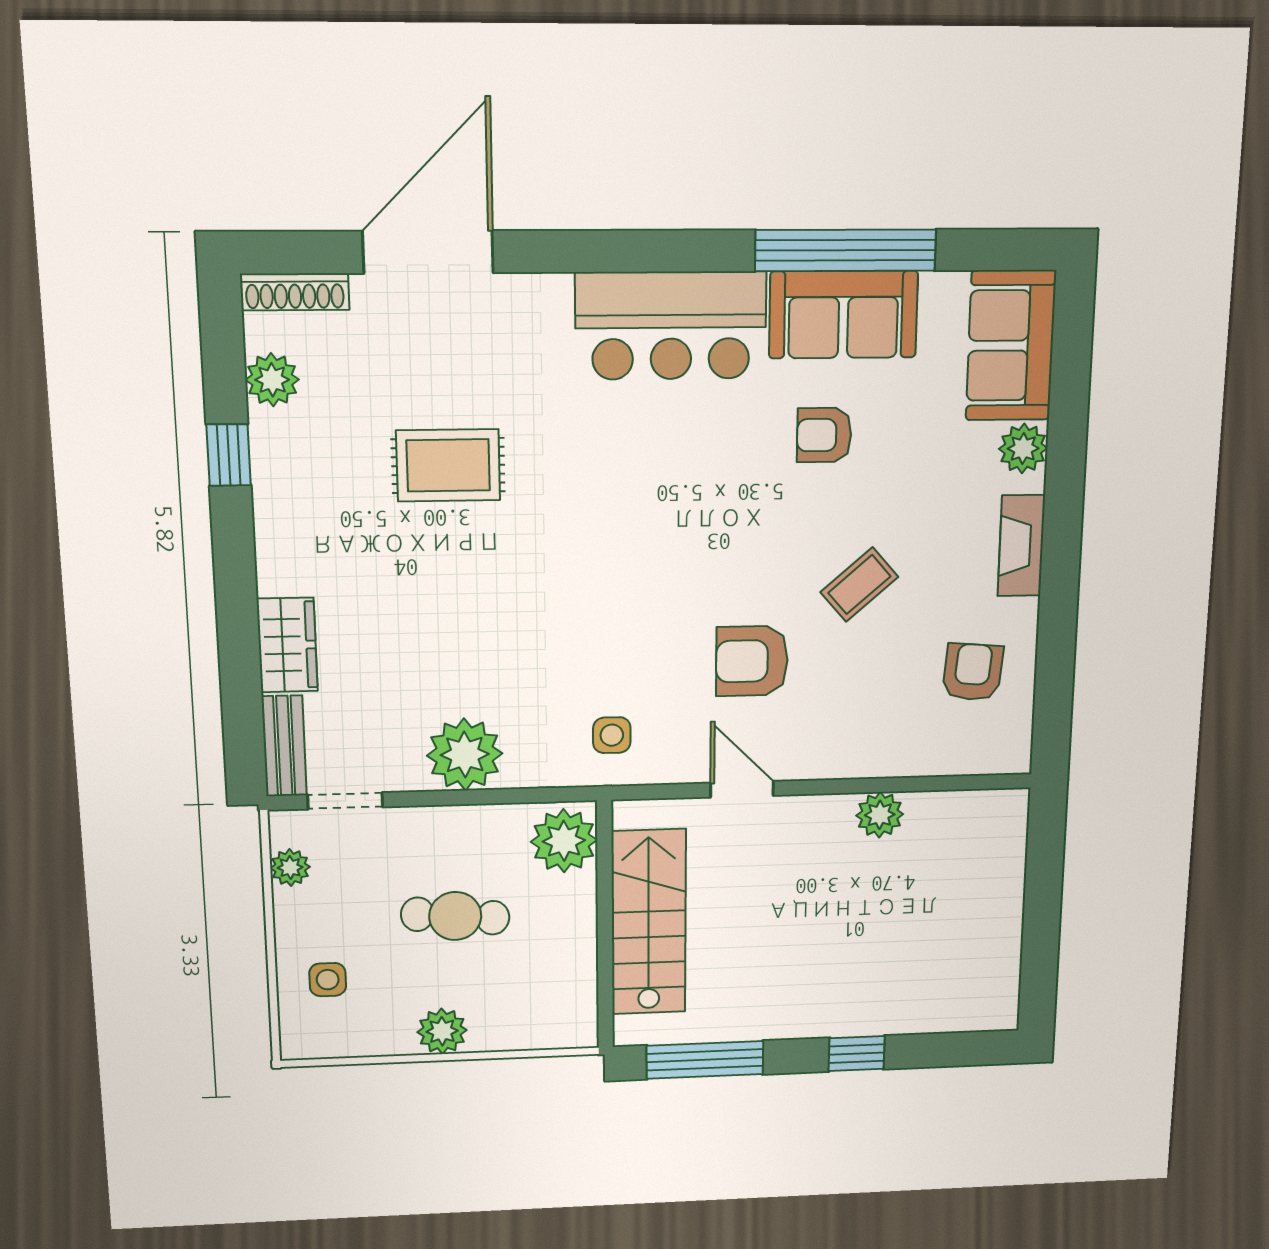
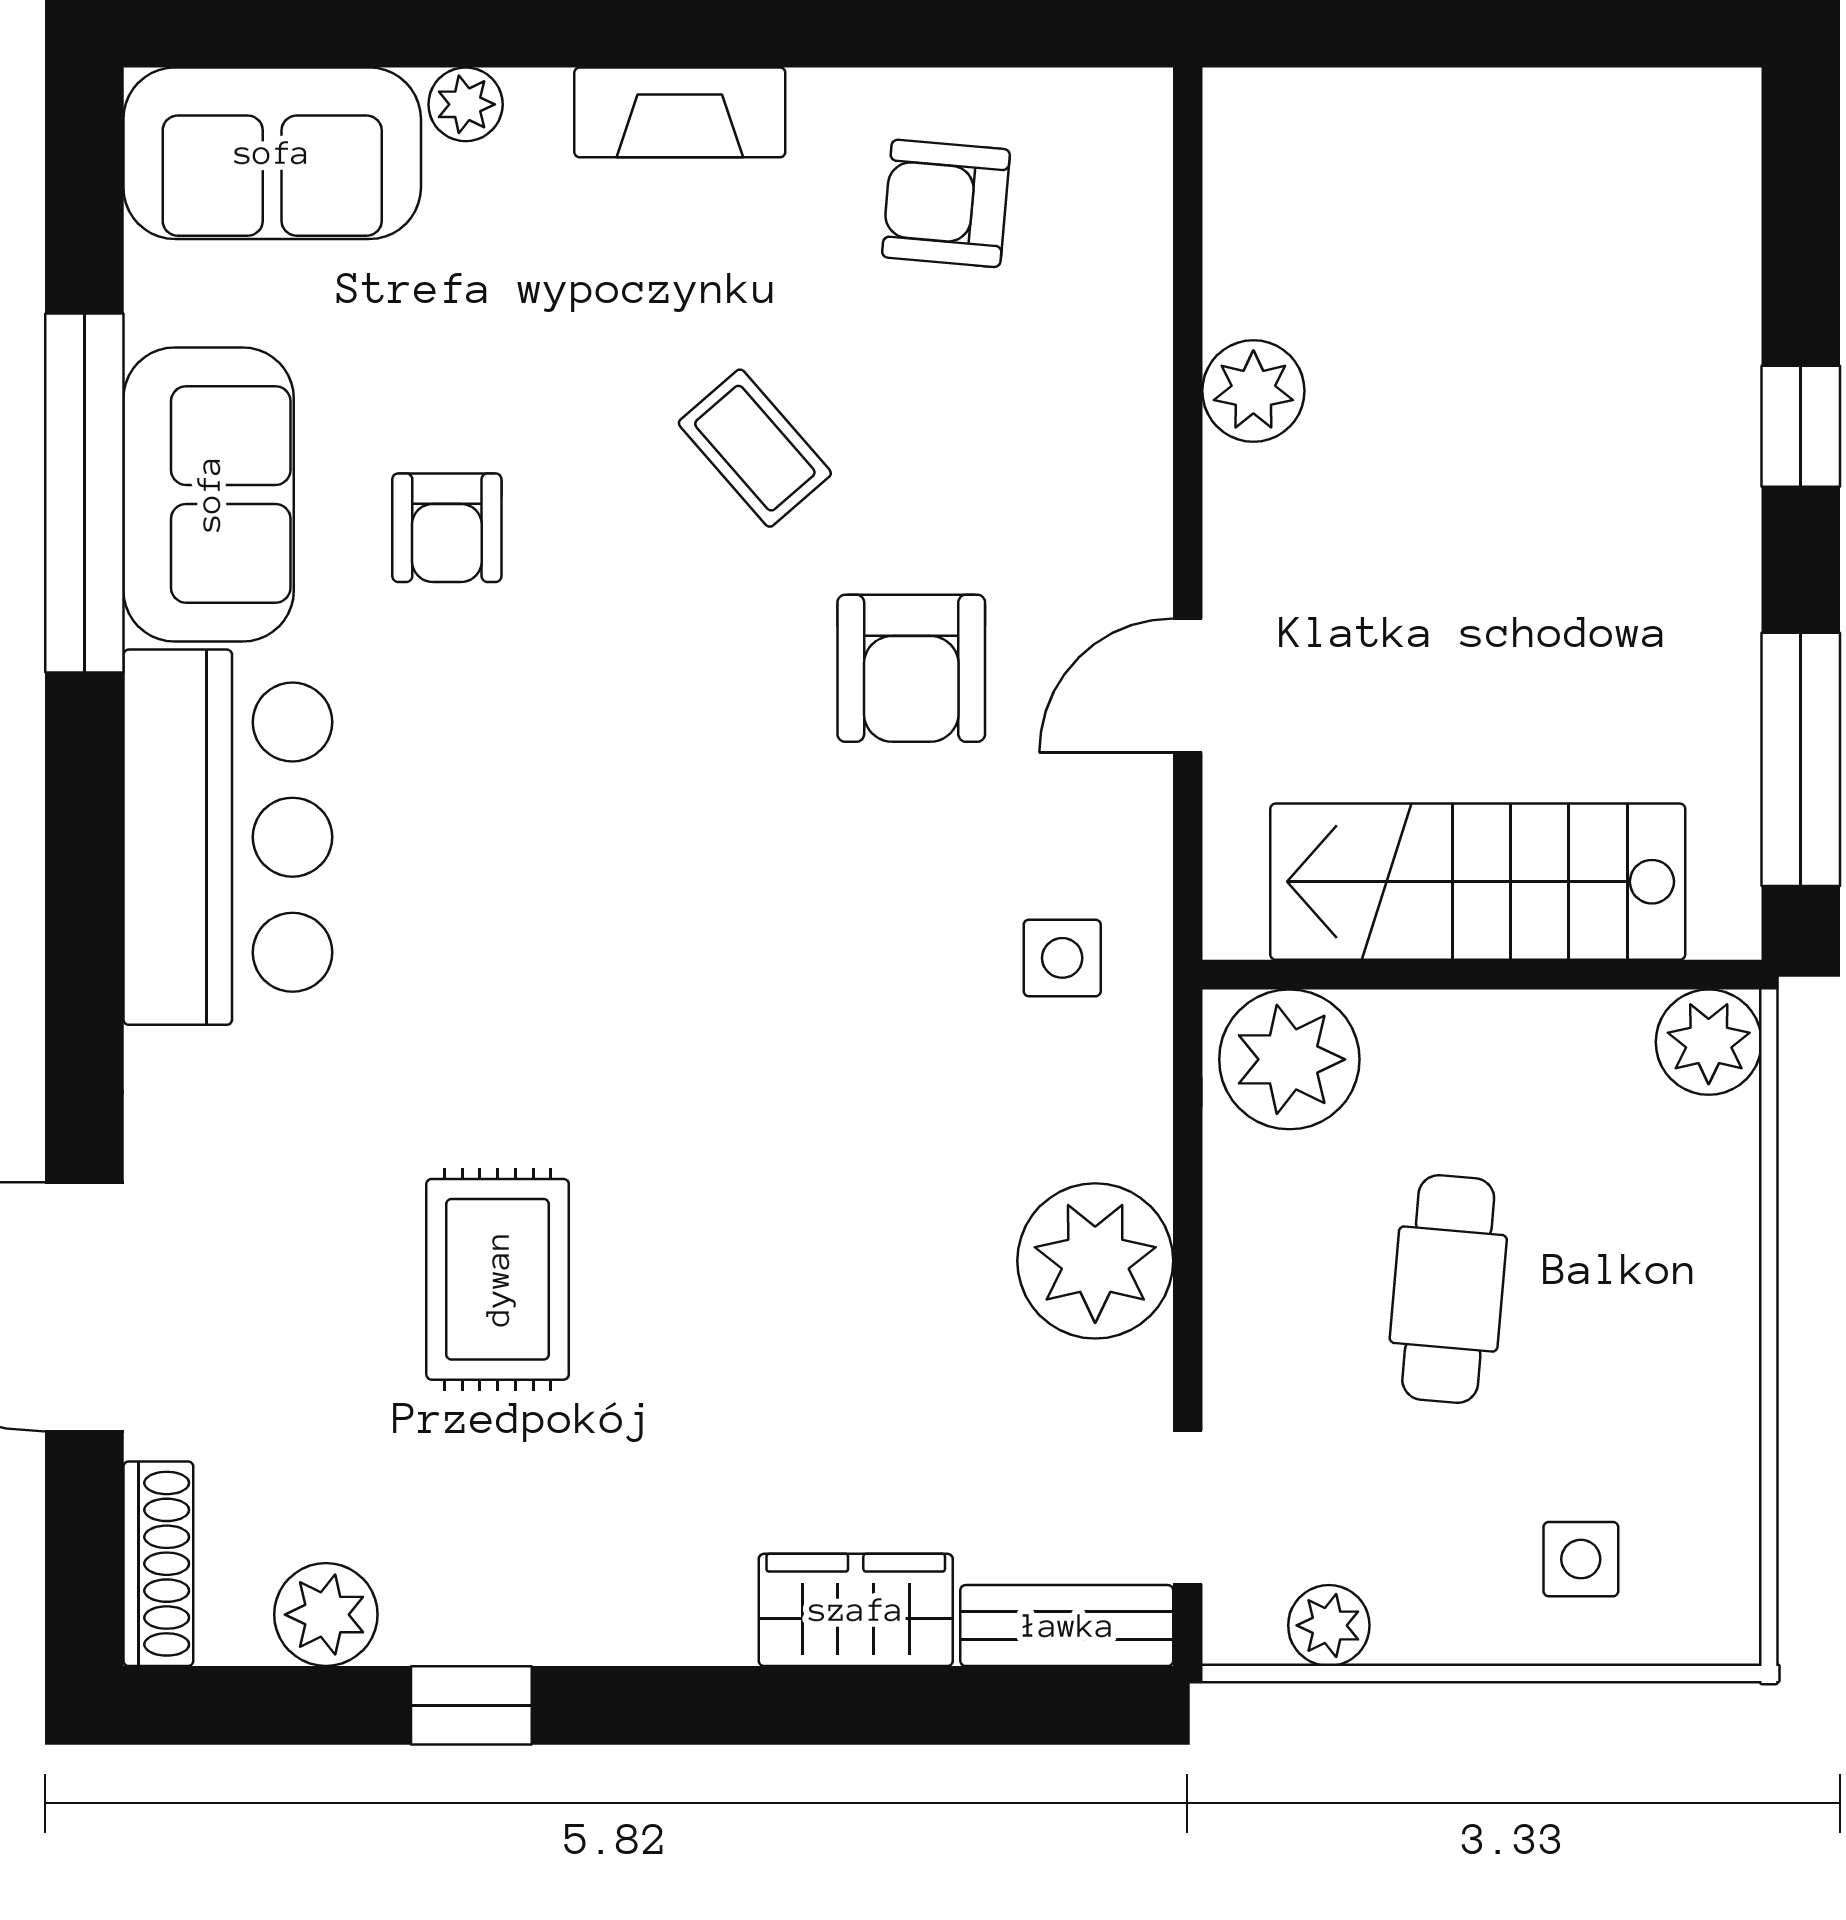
plant: (1023, 449) -> (466, 104), width x0.73, depth x0.73
plant: (442, 1031) -> (1709, 1042), moved

